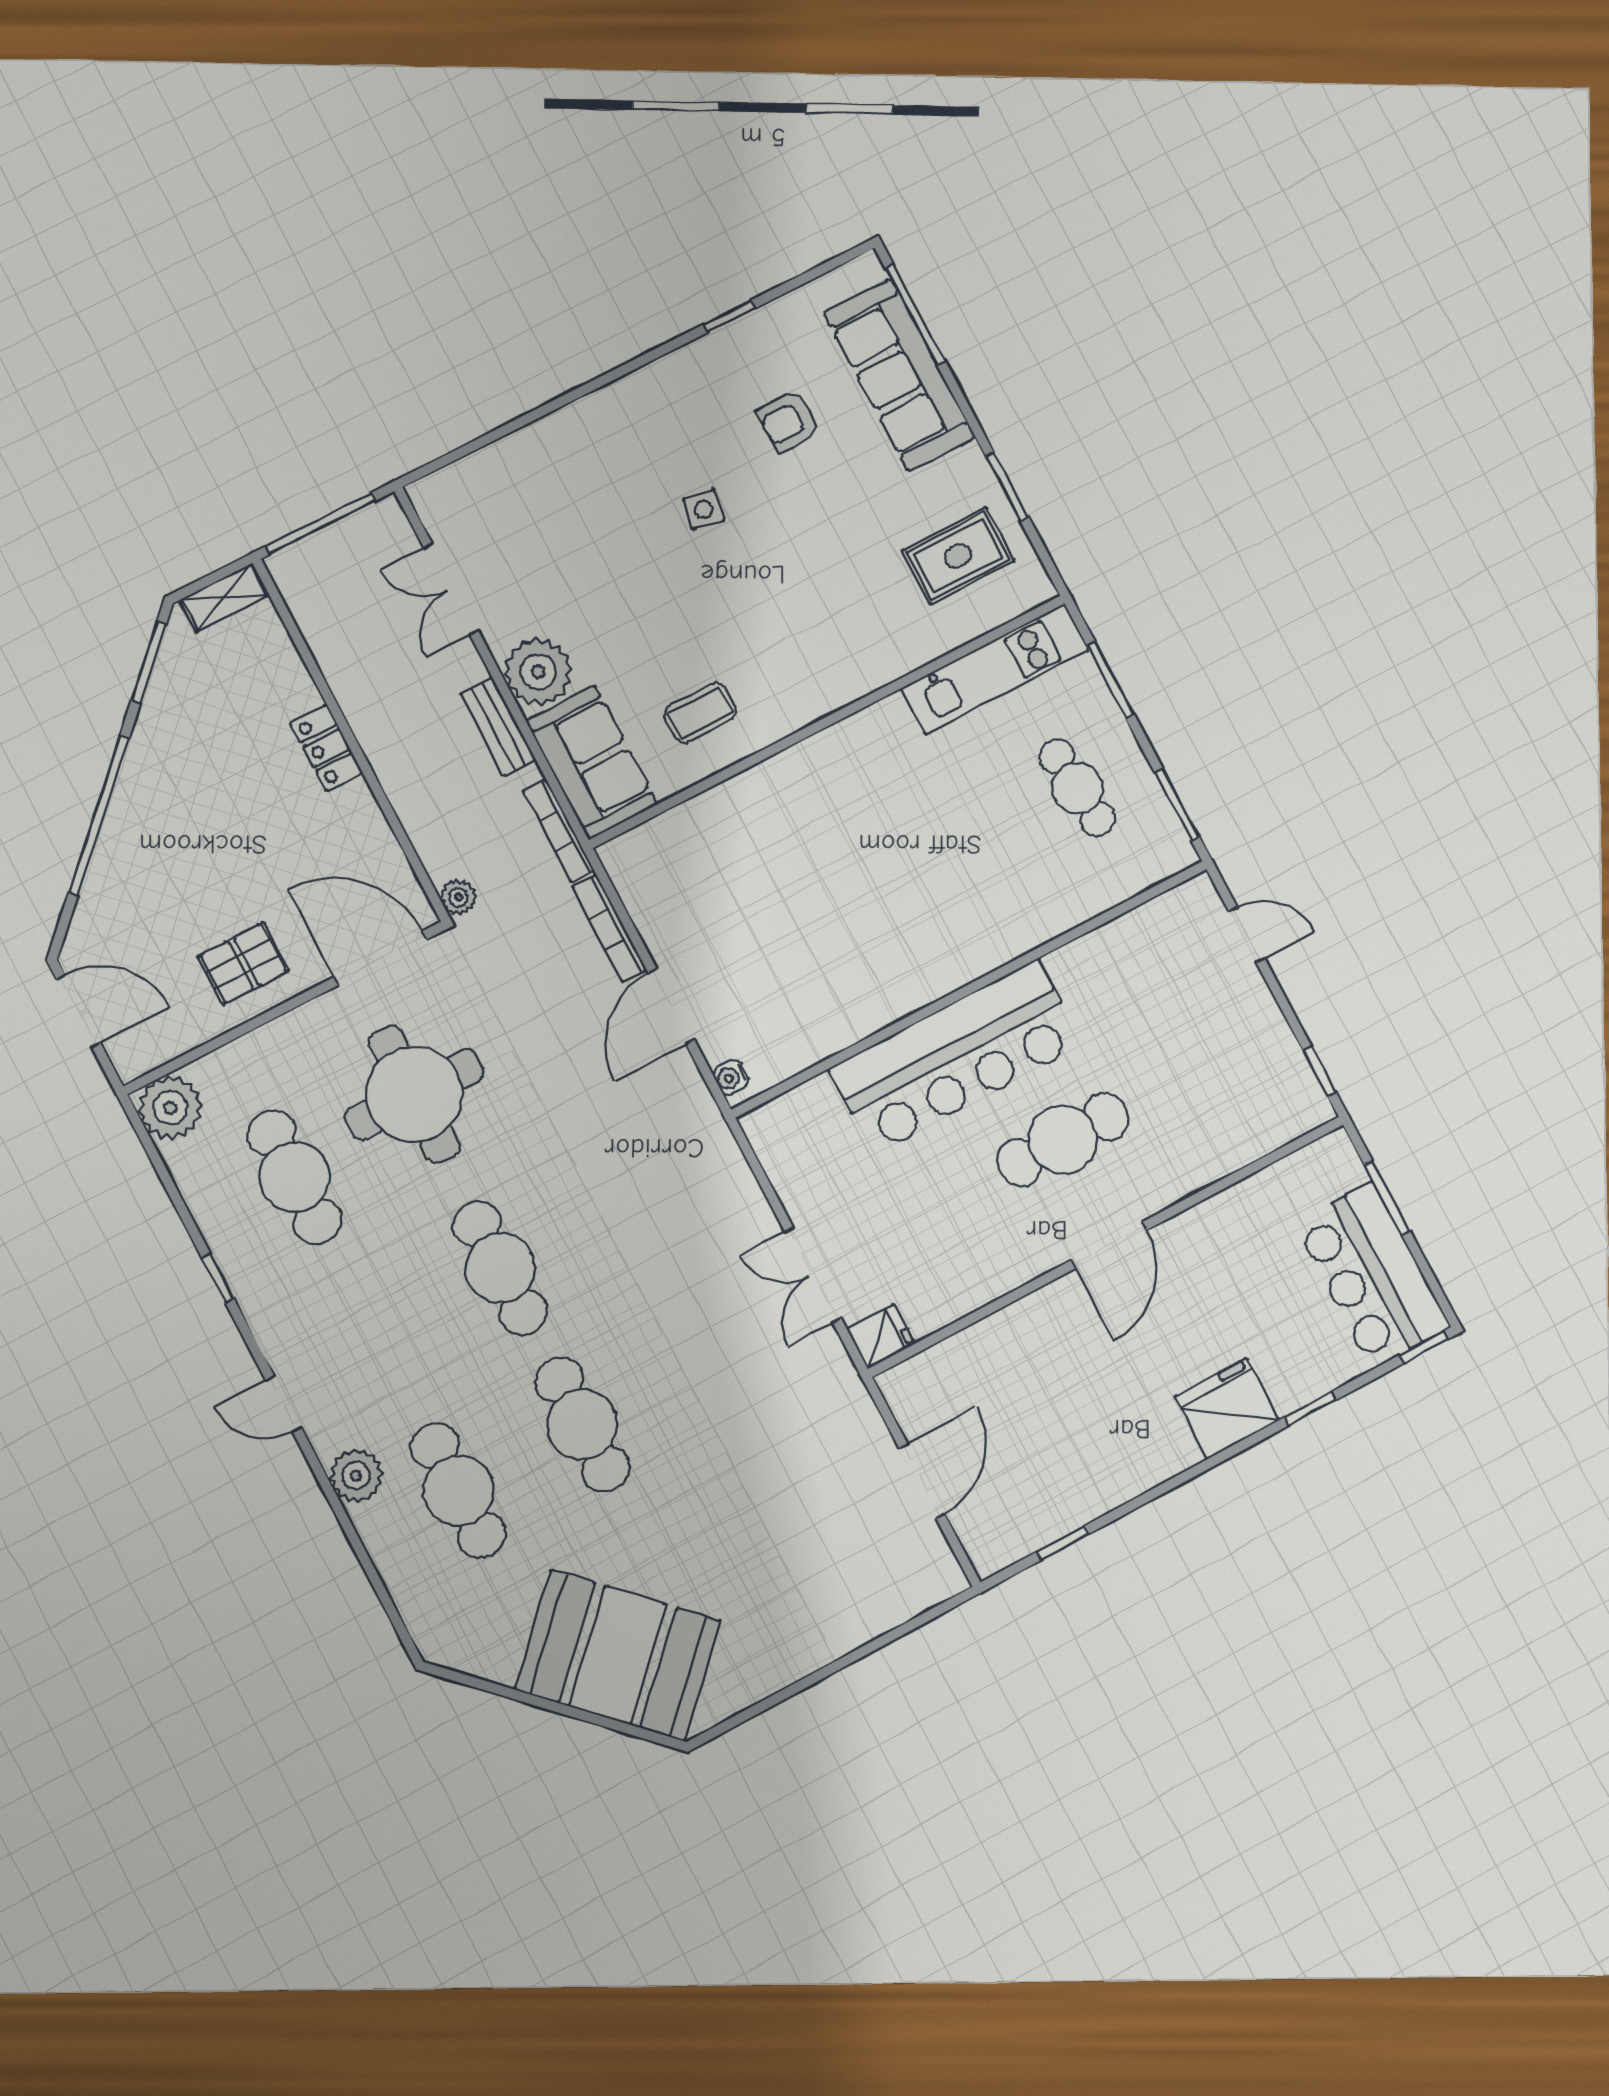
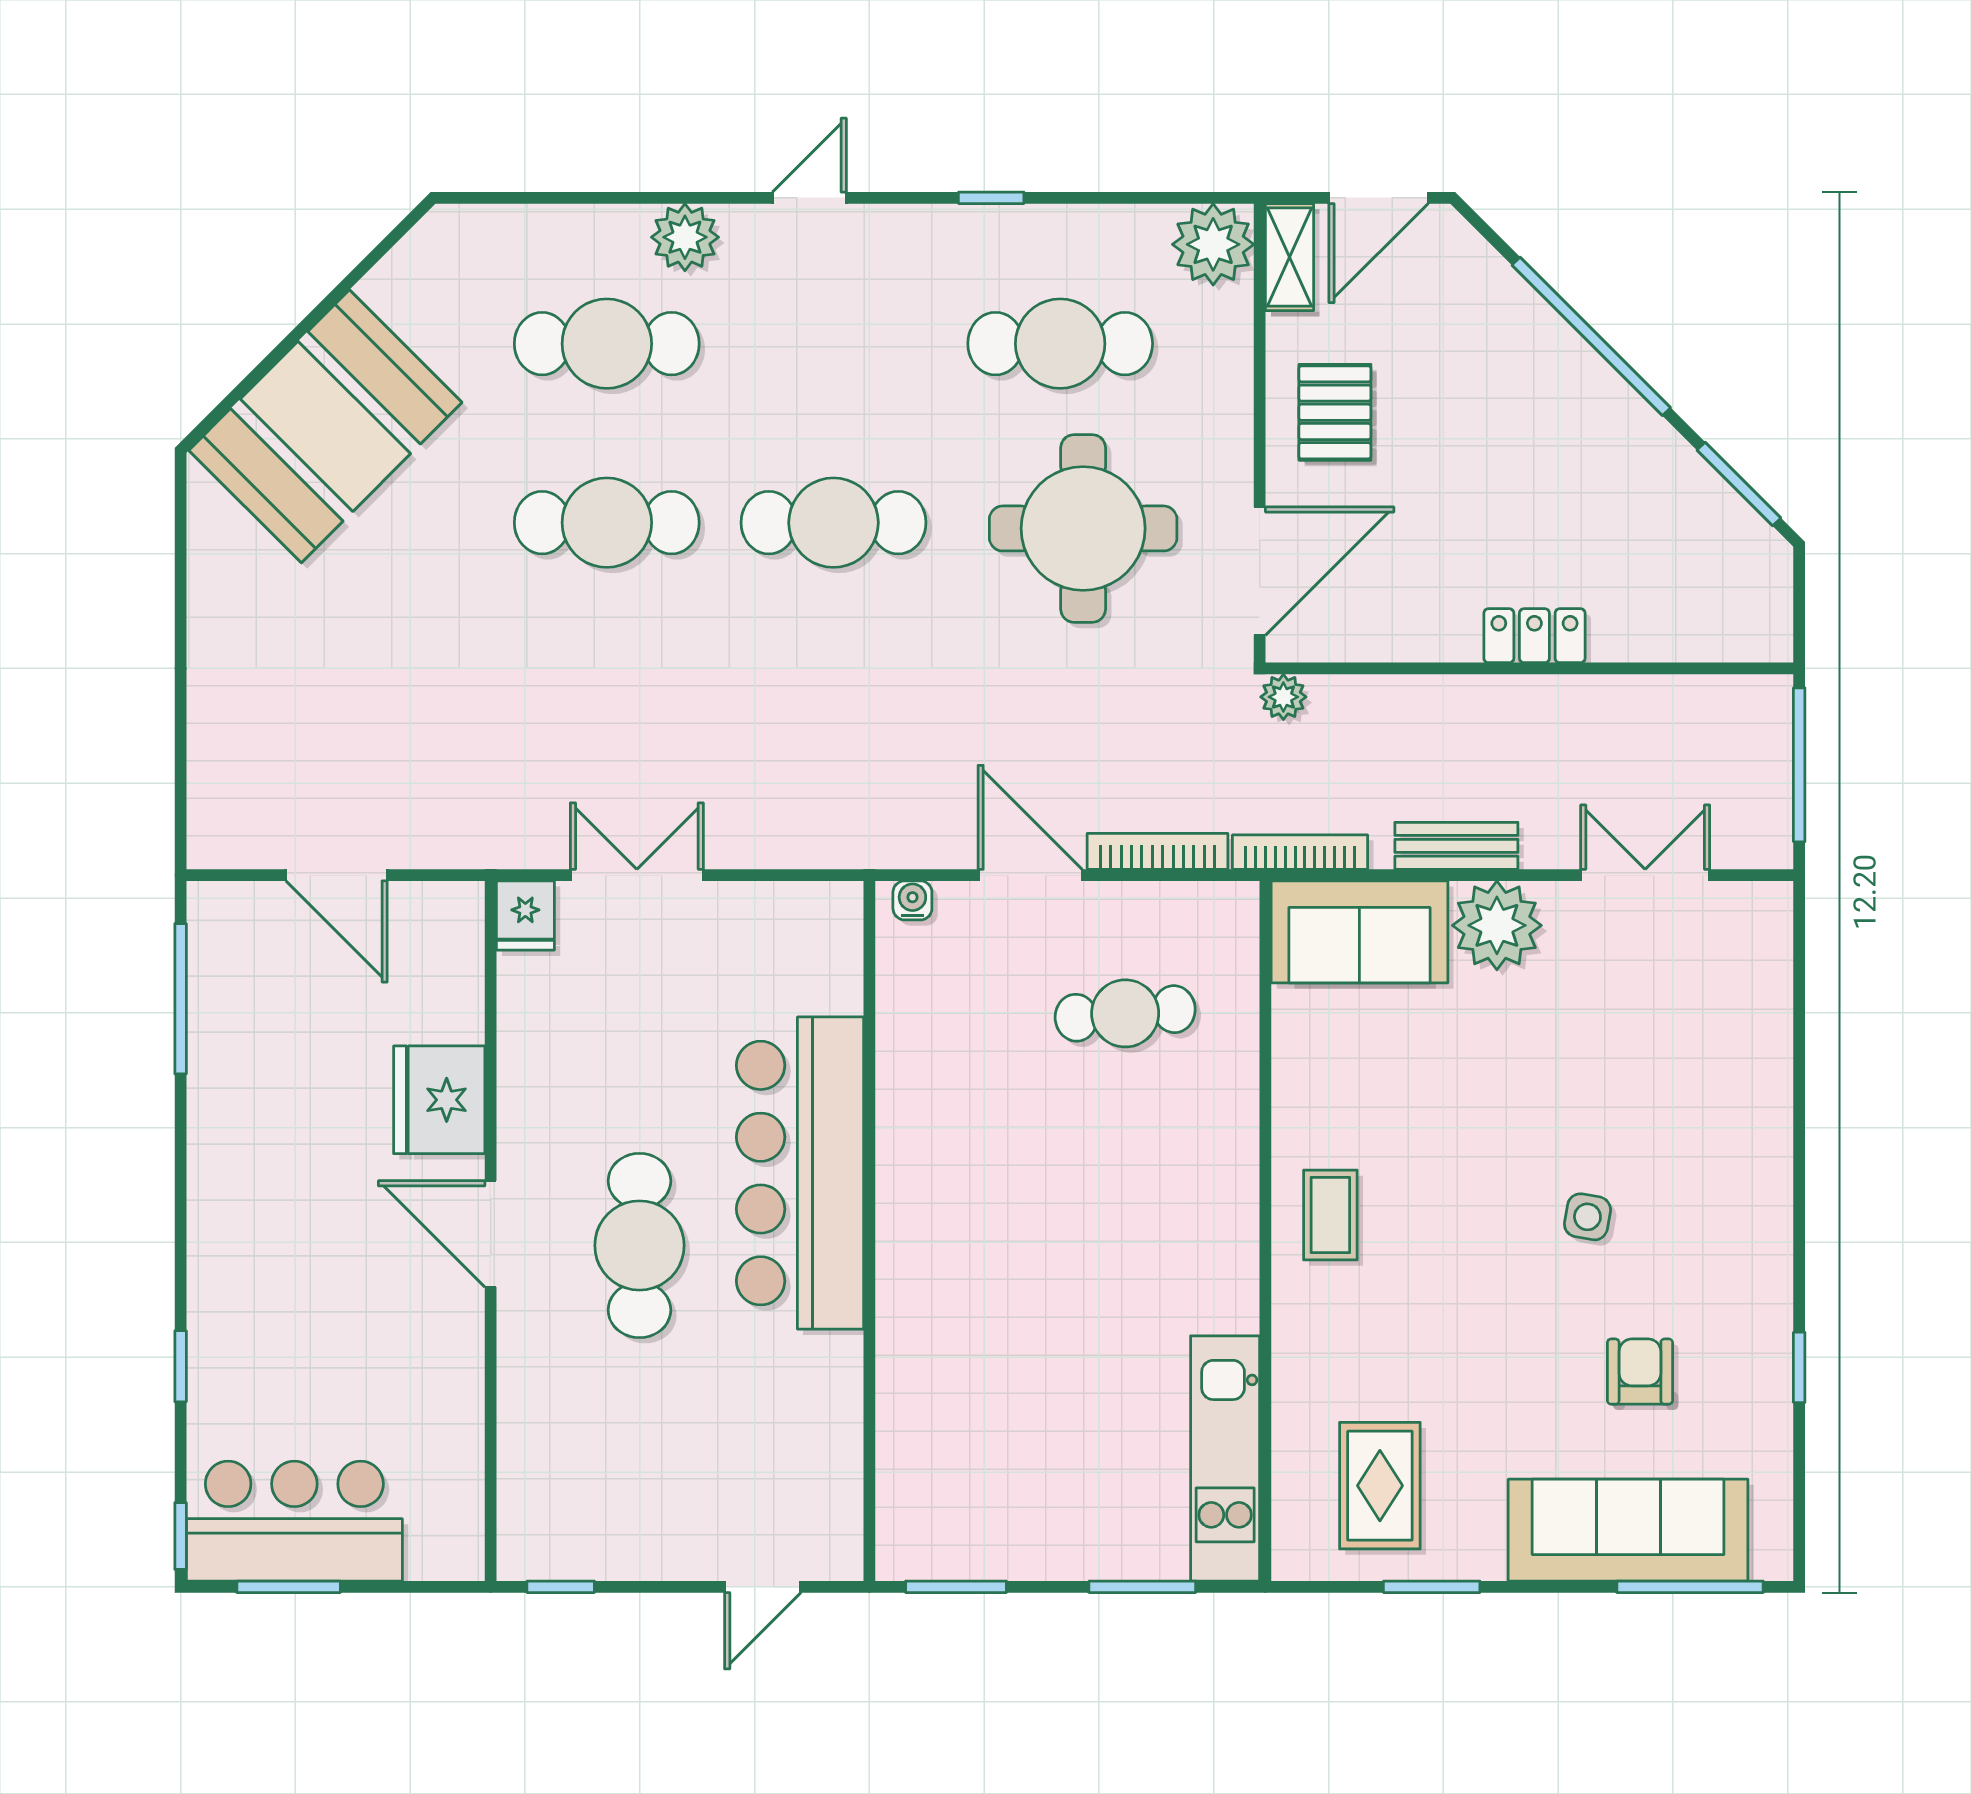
shelving: (224, 598) -> (1289, 257), moved
coffee table: (700, 713) -> (1330, 1215), moved
cafe table: (1077, 788) -> (1125, 1013), moved
window: (1387, 1198) -> (289, 1587), moved
fridge: (1227, 1408) -> (439, 1100), moved, turned 180
window: (1063, 1543) -> (181, 999), width x2.17

